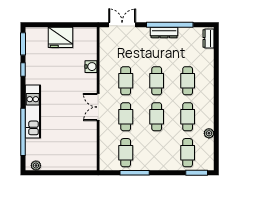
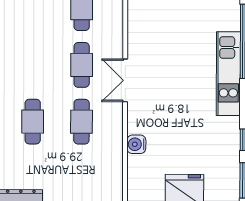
double door: (98, 107) -> (125, 80), swing flipped
cafe table: (157, 117) -> (33, 65), removed

